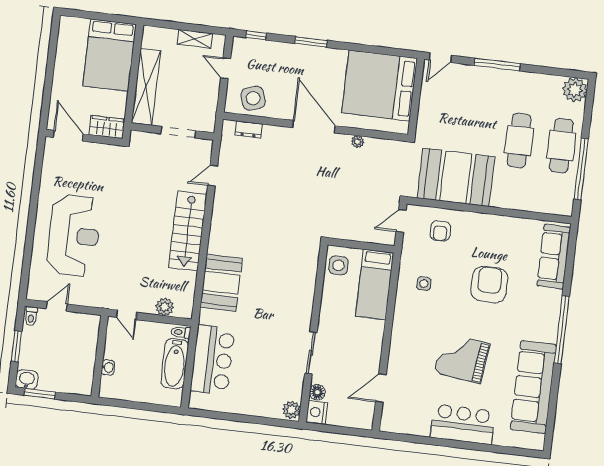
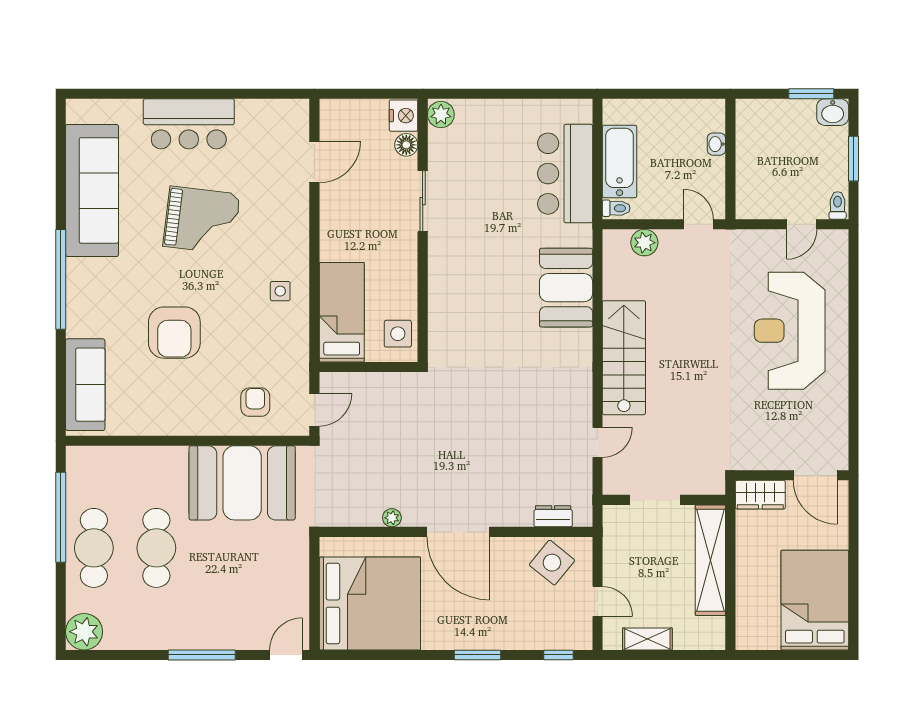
bed: (110, 55) -> (815, 600), moved
side table: (253, 98) -> (552, 563), turned -32
side table: (424, 284) -> (280, 291), moved

